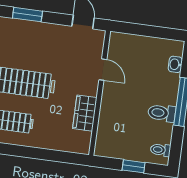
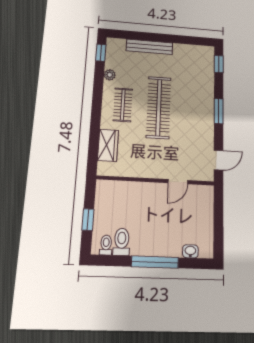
wardrobe: (85, 113) -> (108, 145), moved, turned 90
toilet: (162, 113) -> (122, 242), moved

